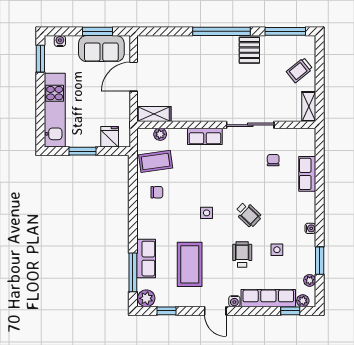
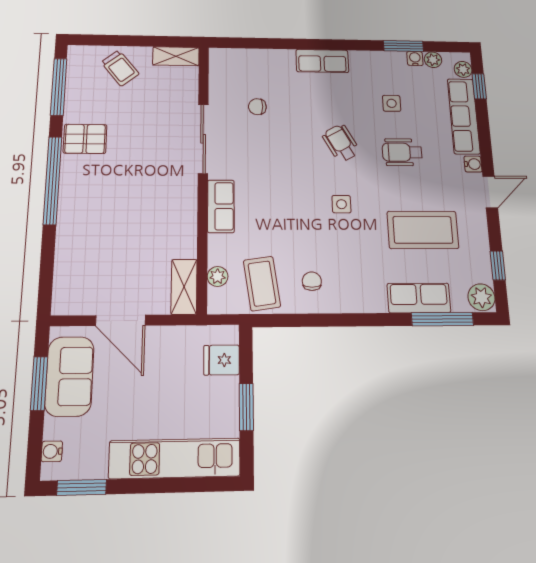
row of seats: (307, 174) -> (322, 61), moved
wheelchair: (248, 214) -> (341, 143), turned -73
water cooler: (310, 228) -> (415, 58), moved

